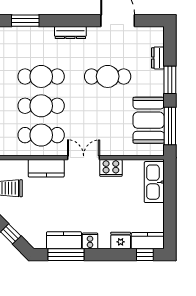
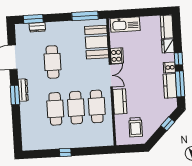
window: (25, 21) -> (15, 95), moved
window: (170, 80) -> (33, 19), moved
booth: (149, 120) -> (97, 42), moved, turned 90
double door: (84, 158) -> (111, 76), swing flipped
window: (145, 255) -> (179, 59), moved

